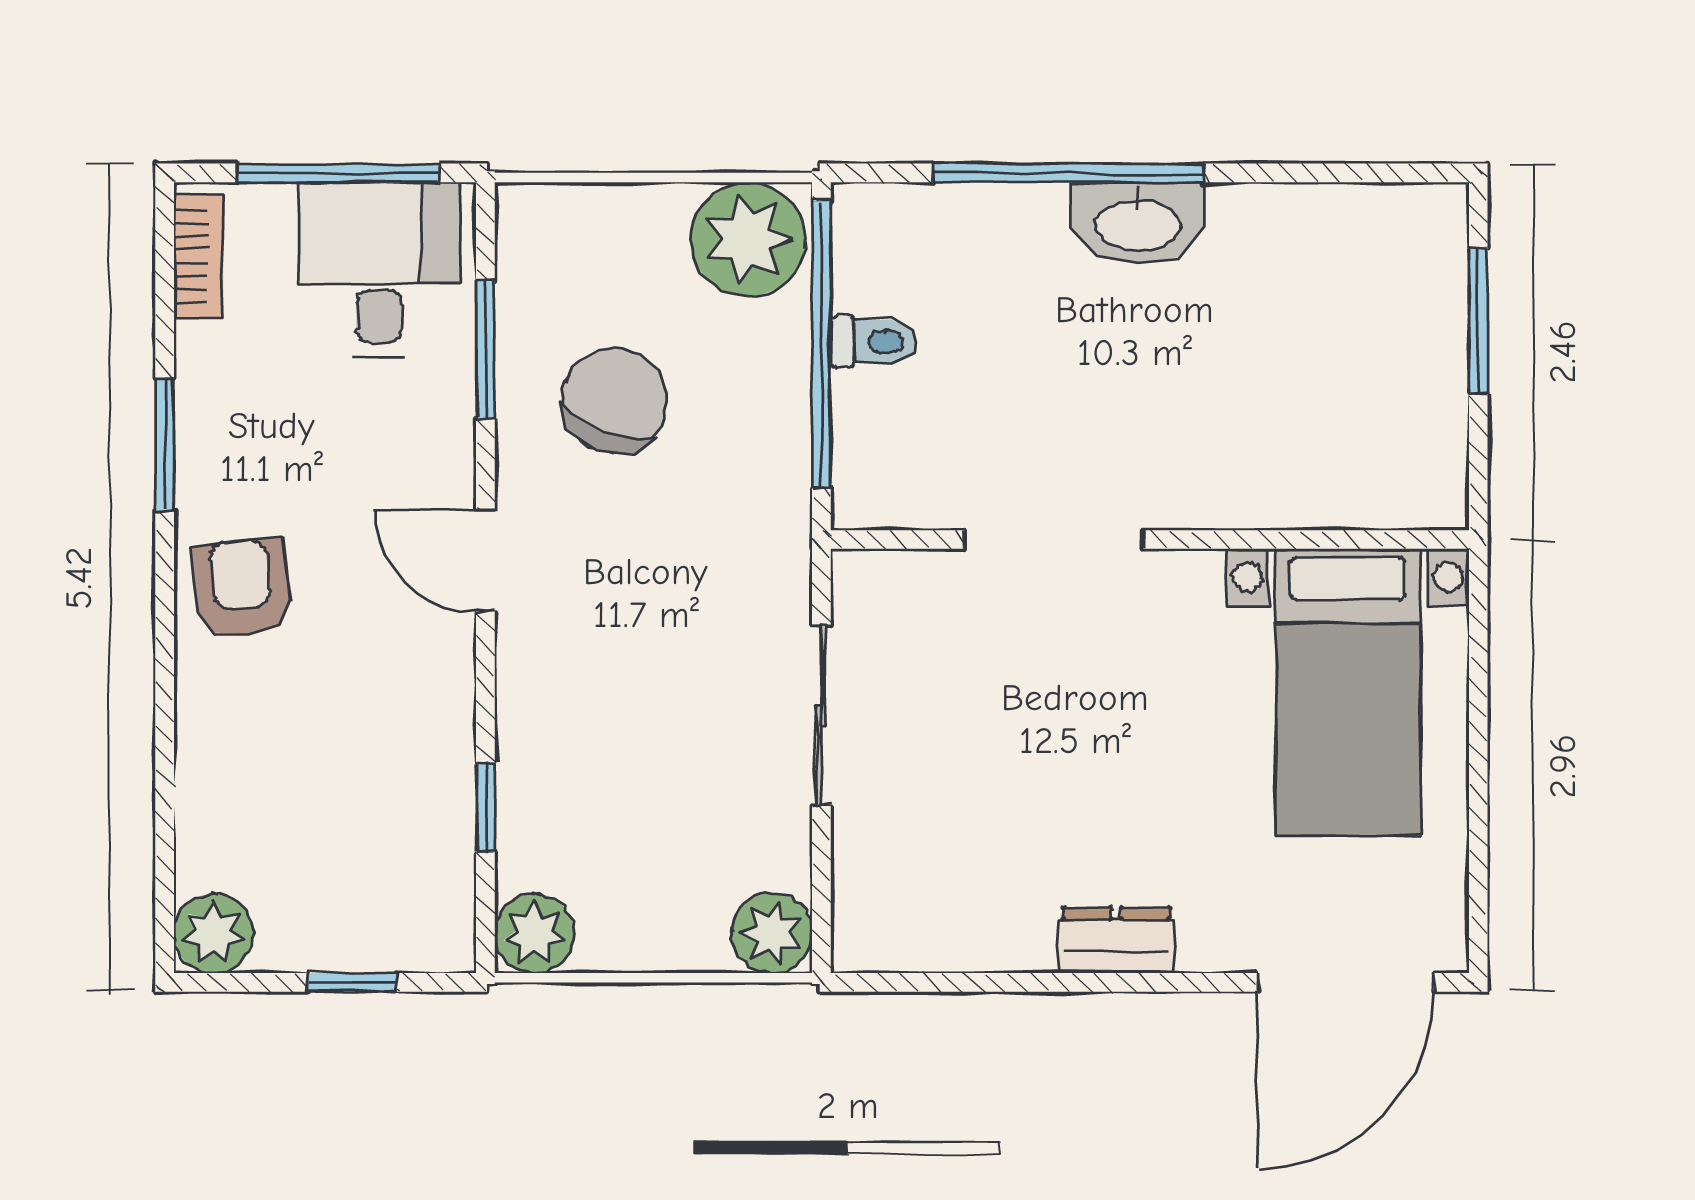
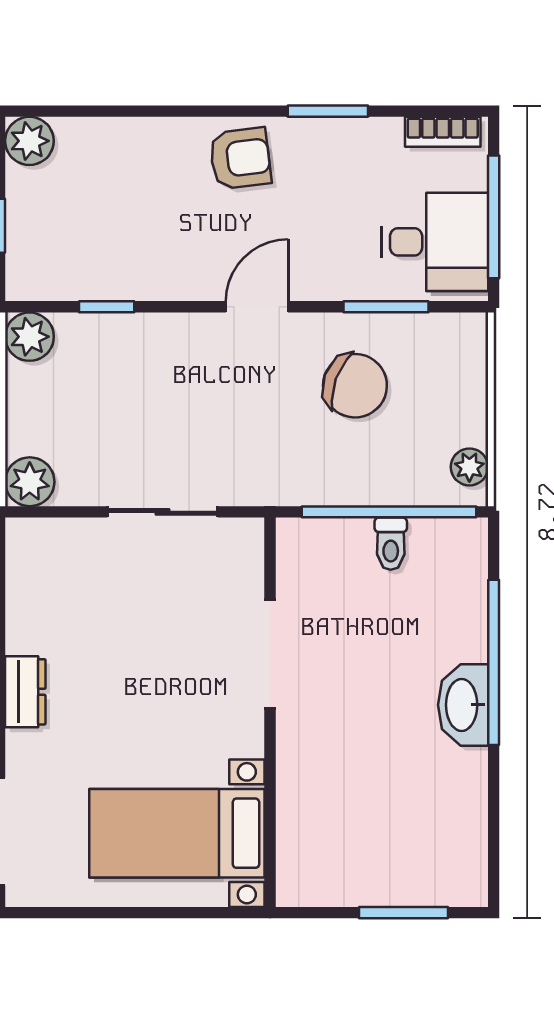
plant: (748, 239) -> (469, 467), width x0.53, depth x0.53

